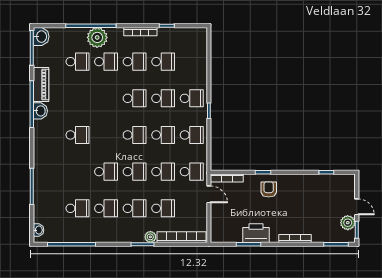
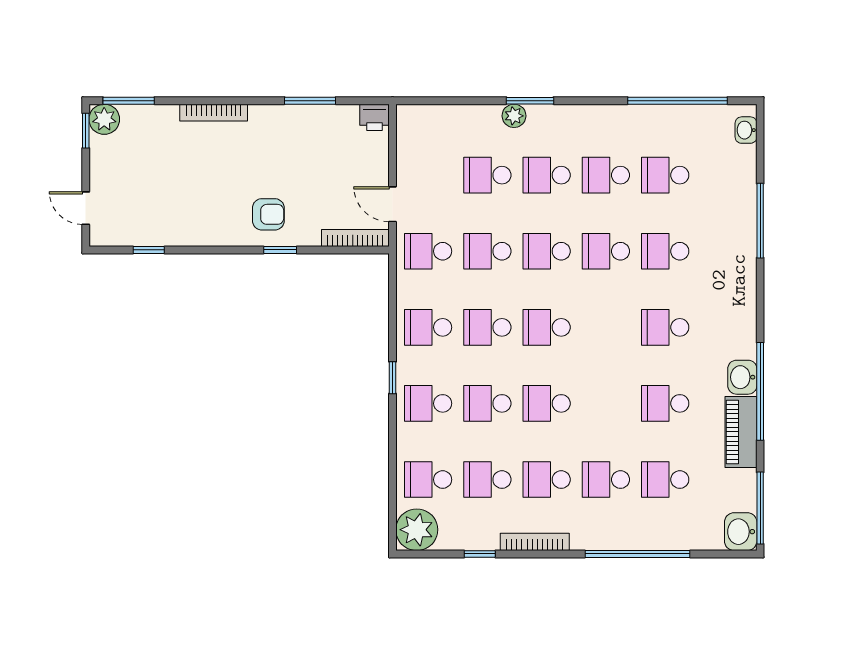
plant: (97, 37) -> (417, 530), moved
school desk: (192, 62) -> (428, 480), added
school desk: (77, 98) -> (665, 403), added
school desk: (77, 172) -> (665, 251), added
armchair: (269, 189) -> (268, 214), turned -90
door: (357, 207) -> (86, 208), moved
plant: (348, 223) -> (104, 119), moved
printer: (256, 233) -> (375, 117), moved, width x0.53, depth x0.68
bookcase: (181, 237) -> (449, 115), removed

